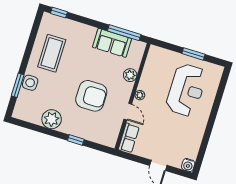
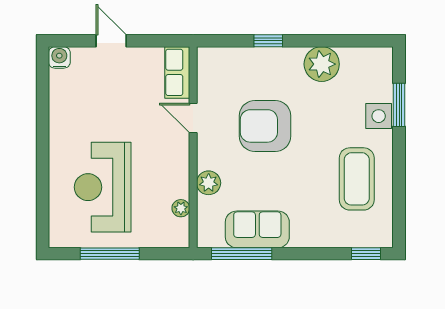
window: (193, 54) -> (110, 254), width x1.44
plant: (140, 95) -> (181, 208), moved

